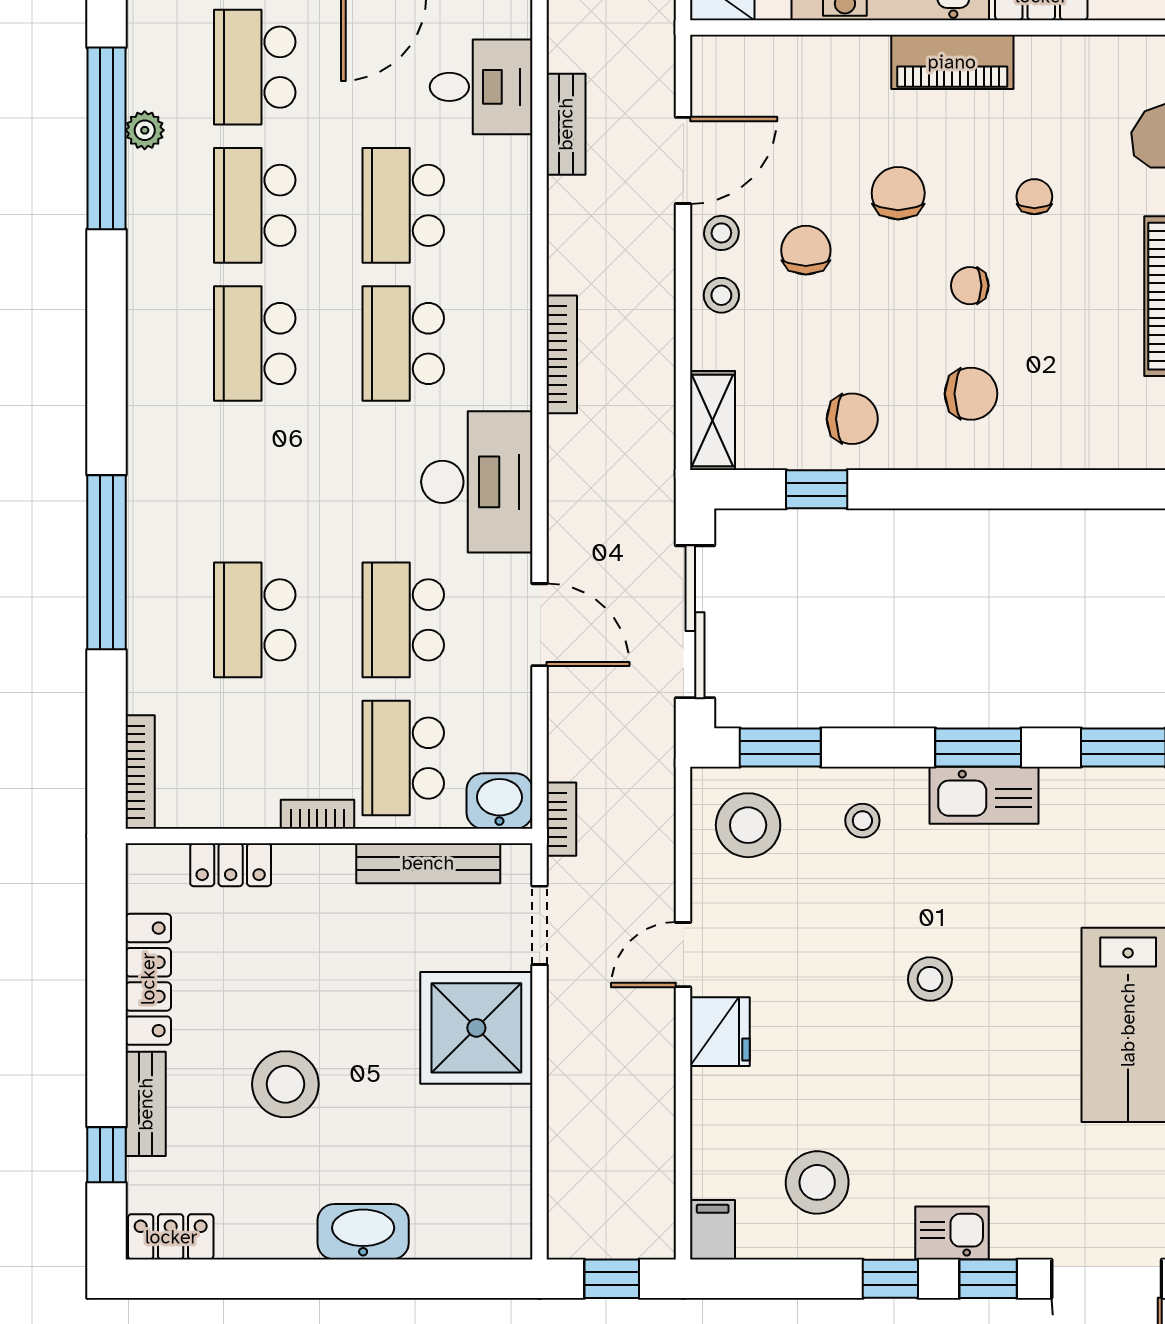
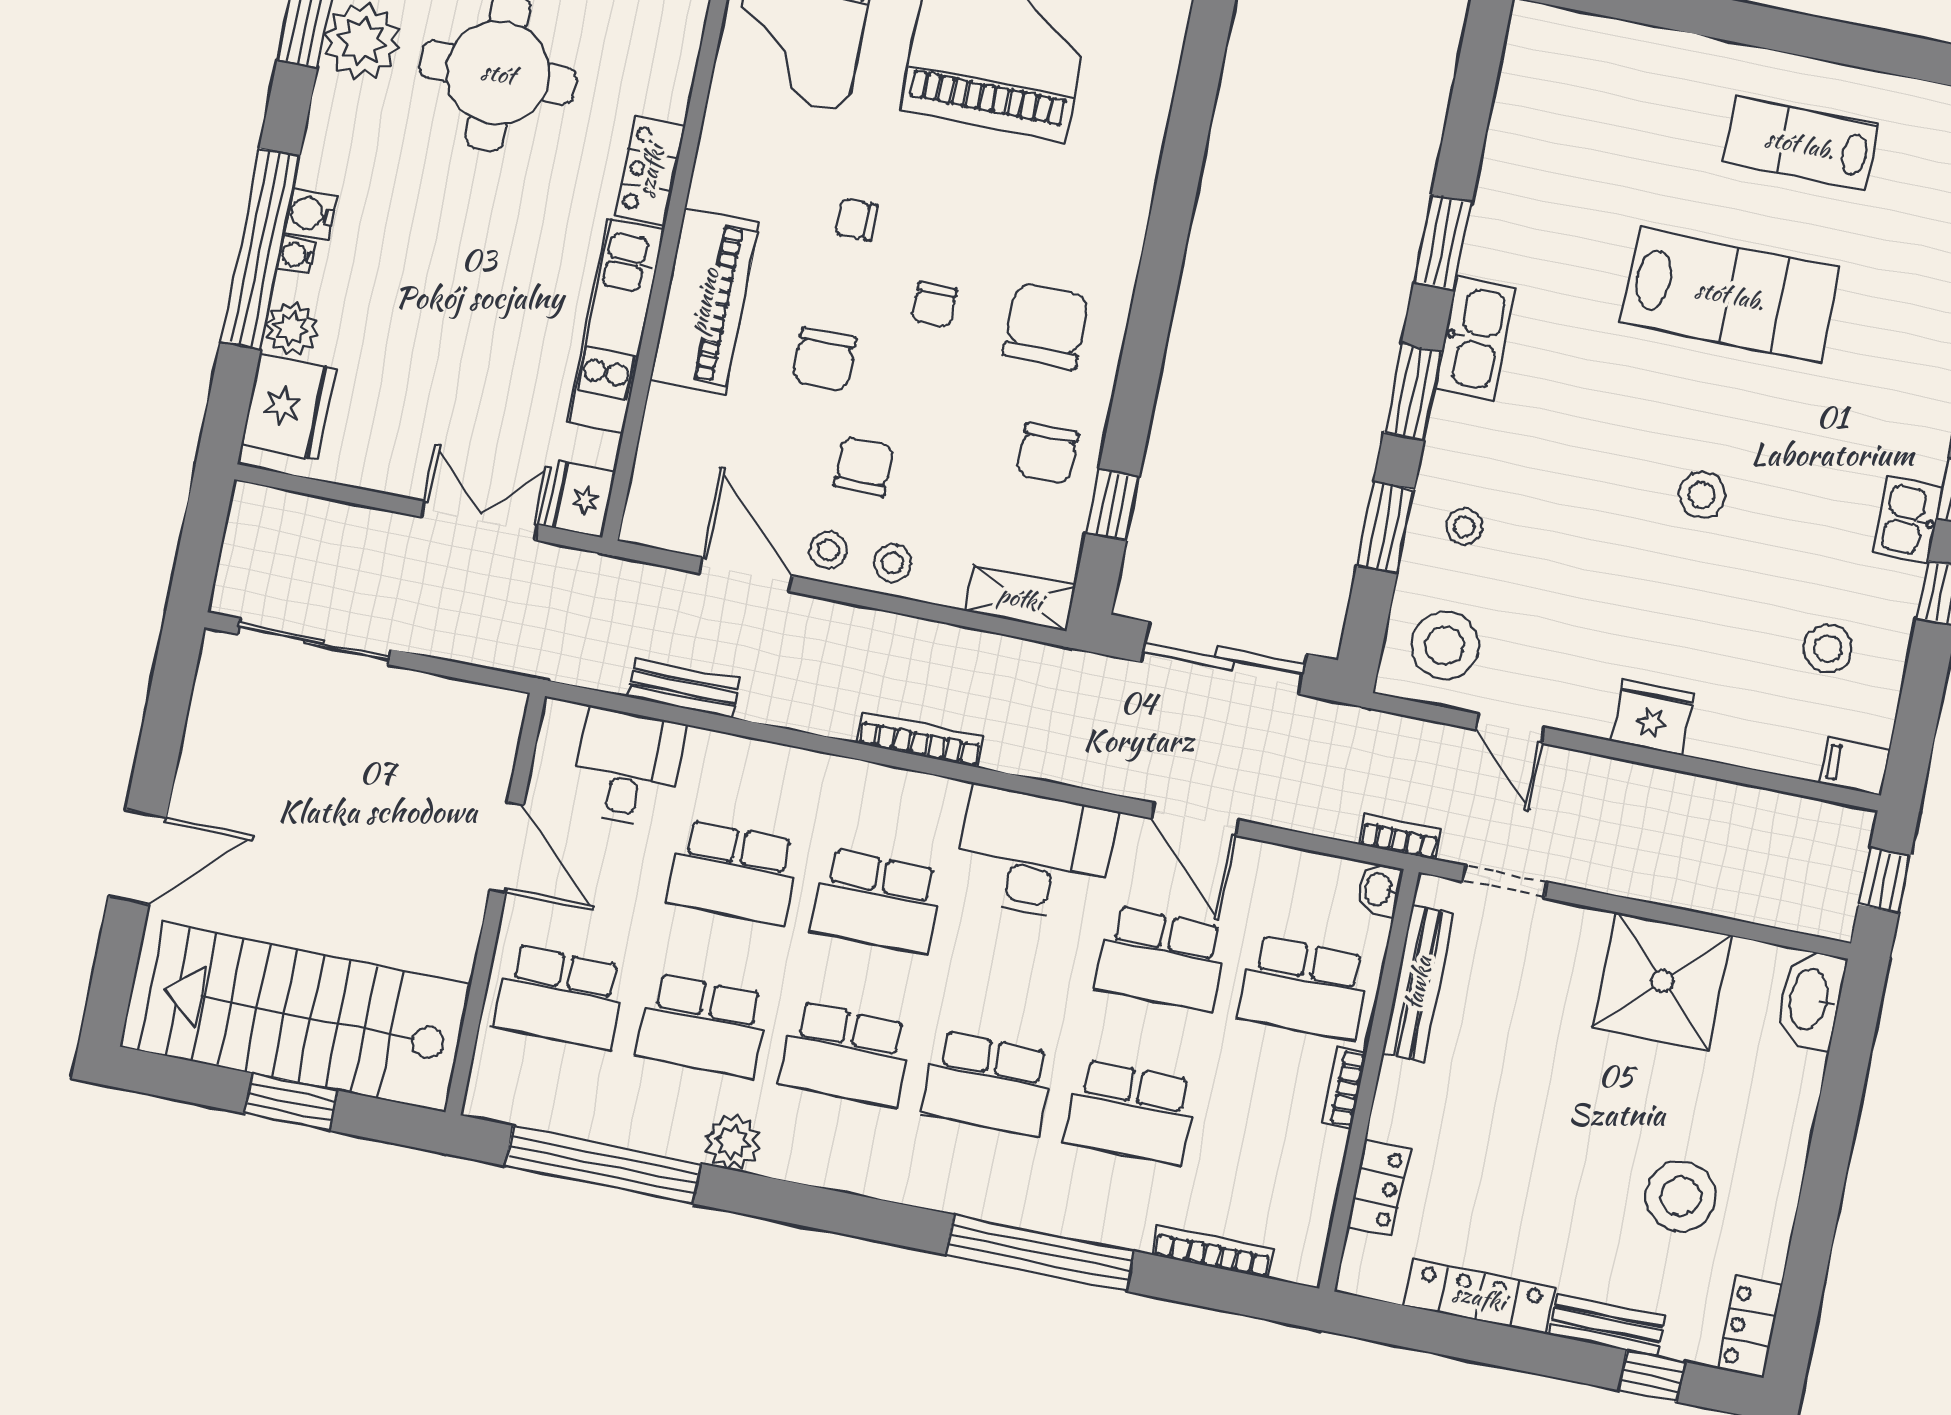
piano: (952, 62) -> (704, 301), width x1.37, depth x1.33
plant: (145, 130) -> (733, 1142), moved, width x1.38, depth x1.38
chair: (898, 193) -> (824, 359), turned -90
chair: (806, 250) -> (864, 466), turned 90
chair: (971, 394) -> (1046, 326), width x1.37, depth x1.37
chair: (852, 419) -> (1047, 454), turned 180
school desk: (255, 482) -> (988, 1083), added
door: (540, 625) -> (1195, 819), swing flipped
window: (780, 748) -> (1385, 527), moved
bookcase: (140, 772) -> (1213, 1252), moved
kitchen sink: (984, 795) -> (1475, 338), moved
washbasin: (499, 801) -> (1379, 890), width x0.72, depth x0.69
door: (683, 955) -> (1510, 729), moved
stool: (930, 979) -> (1702, 495), moved
shower: (476, 1028) -> (1662, 981), moved
stool: (285, 1084) -> (1681, 1196), moved
stool: (817, 1182) -> (1828, 649), width x0.73, depth x0.73
washbasin: (363, 1232) -> (1810, 1000), moved

